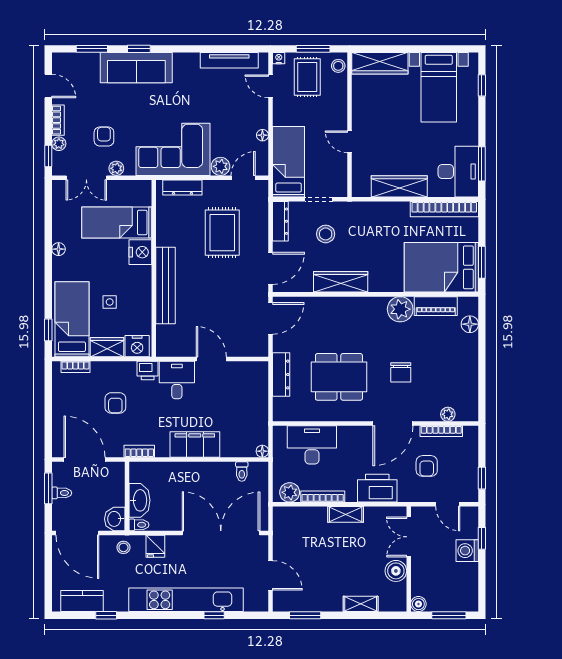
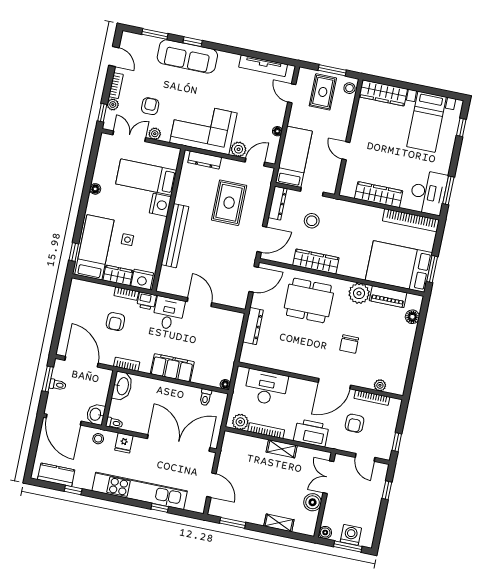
nightstand: (279, 58) -> (303, 72), removed
double door: (86, 178) -> (129, 136), swing flipped
bookcase: (76, 367) -> (126, 294), moved
dining table: (339, 377) -> (309, 300), moved
washbasin: (139, 500) -> (122, 386), moved
washing machine: (467, 551) -> (351, 535), moved, turned 90

